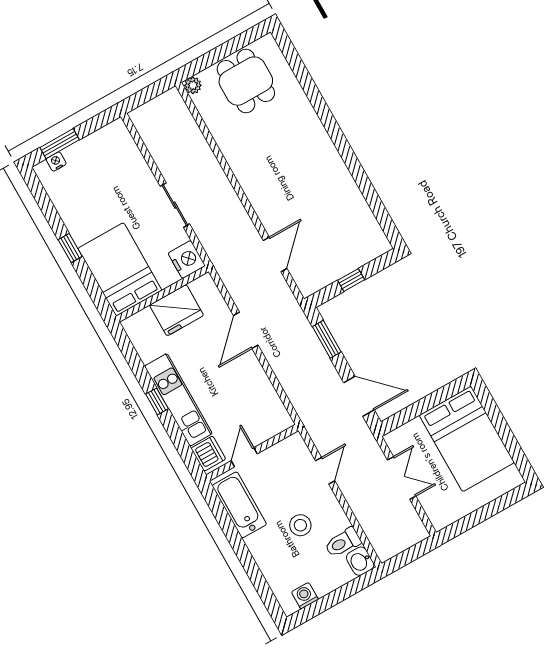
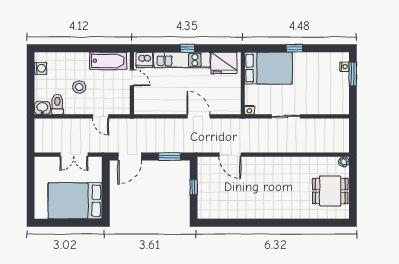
nightstand: (187, 259) -> (249, 110), width x0.53, depth x0.56
fridge: (177, 310) -> (224, 63), moved, turned -90

